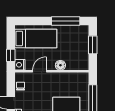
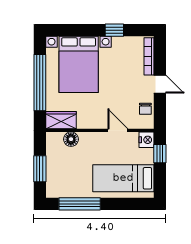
floor lamp: (60, 65) -> (71, 139), moved
door: (39, 71) -> (118, 130), swing flipped
wardrobe: (78, 78) -> (61, 120), added

